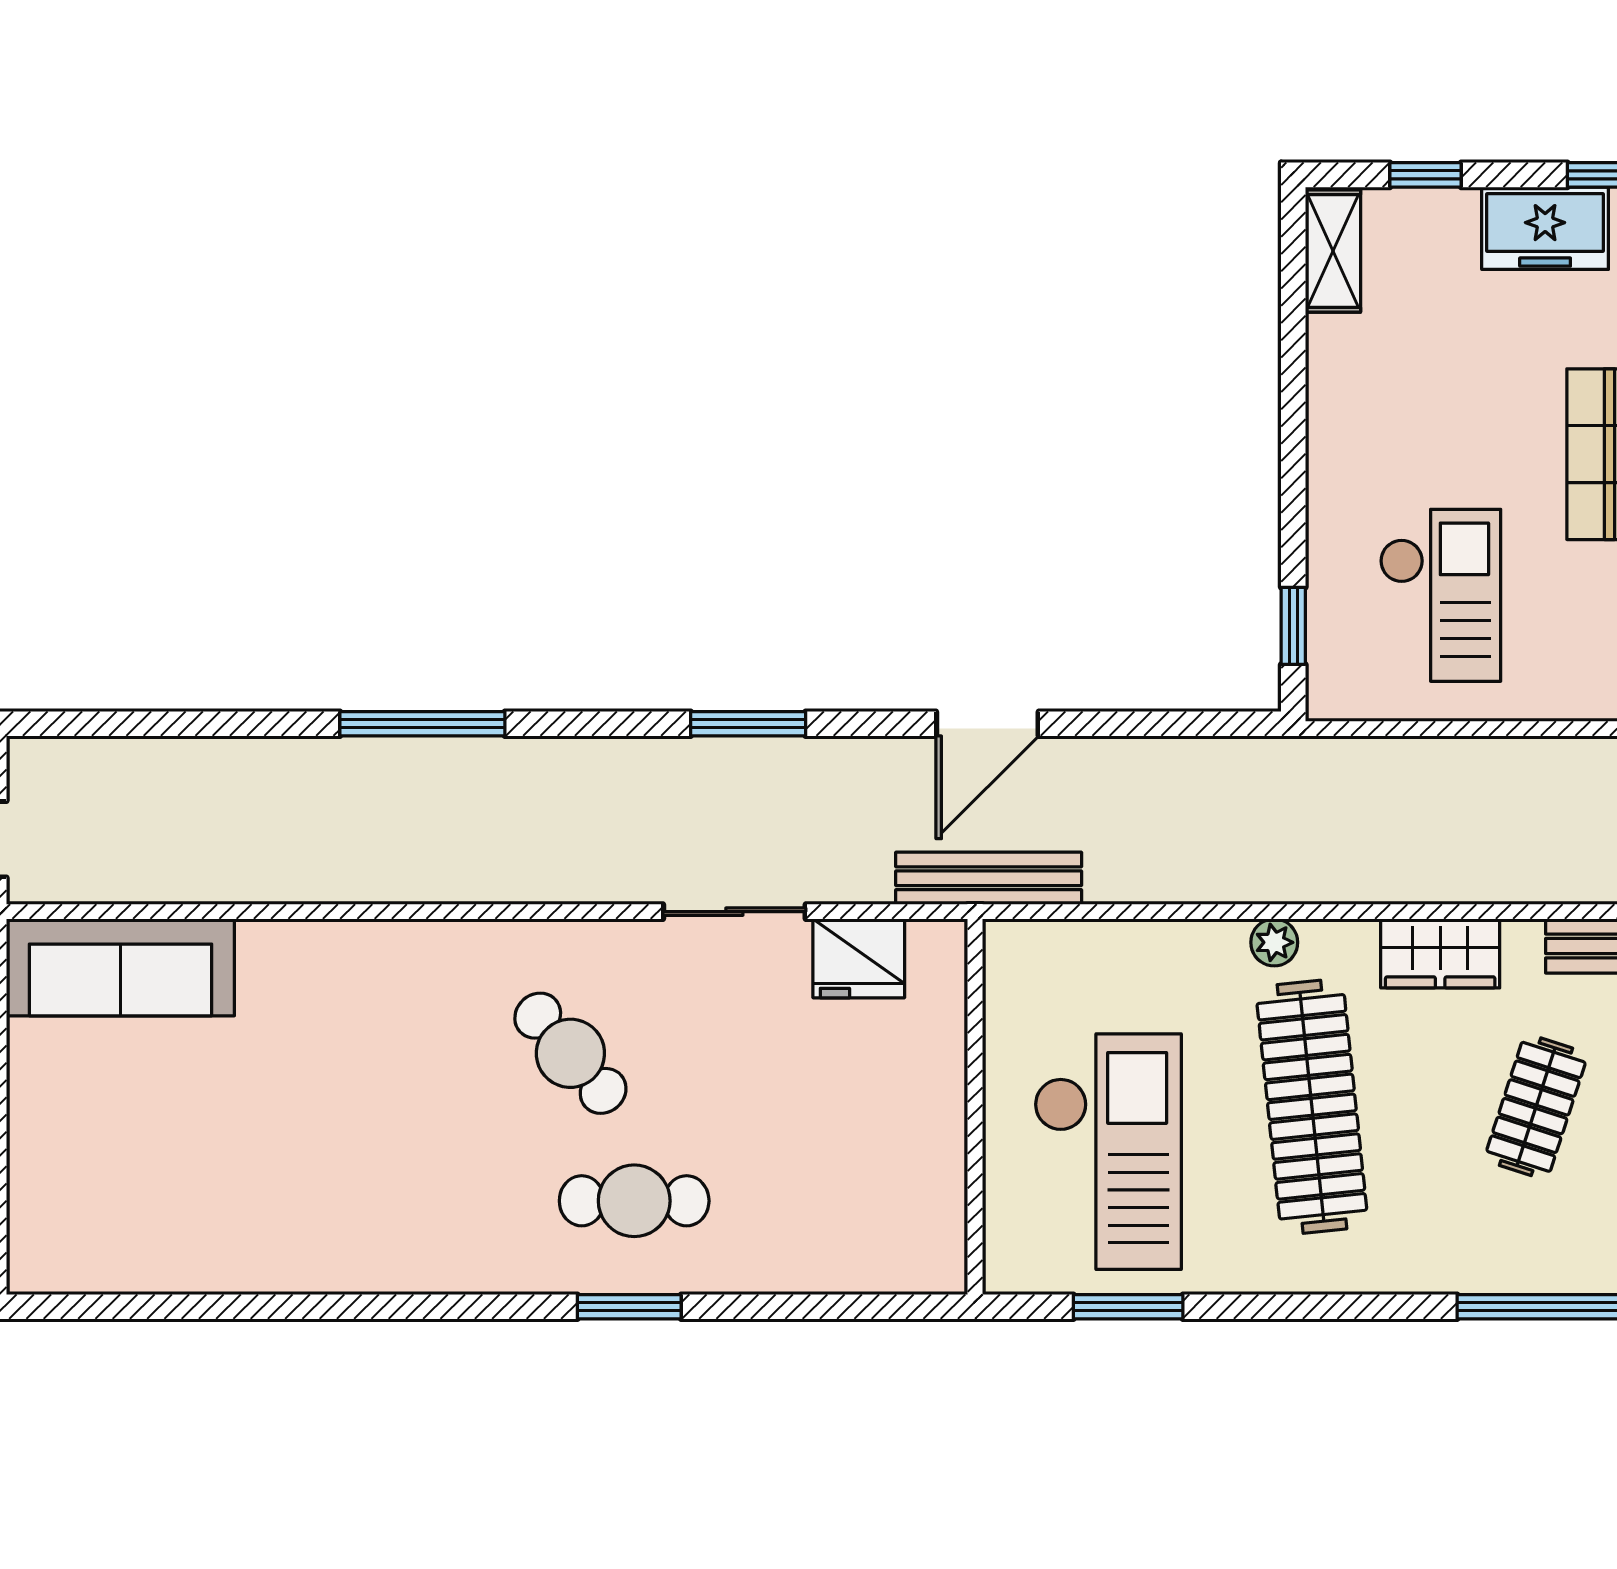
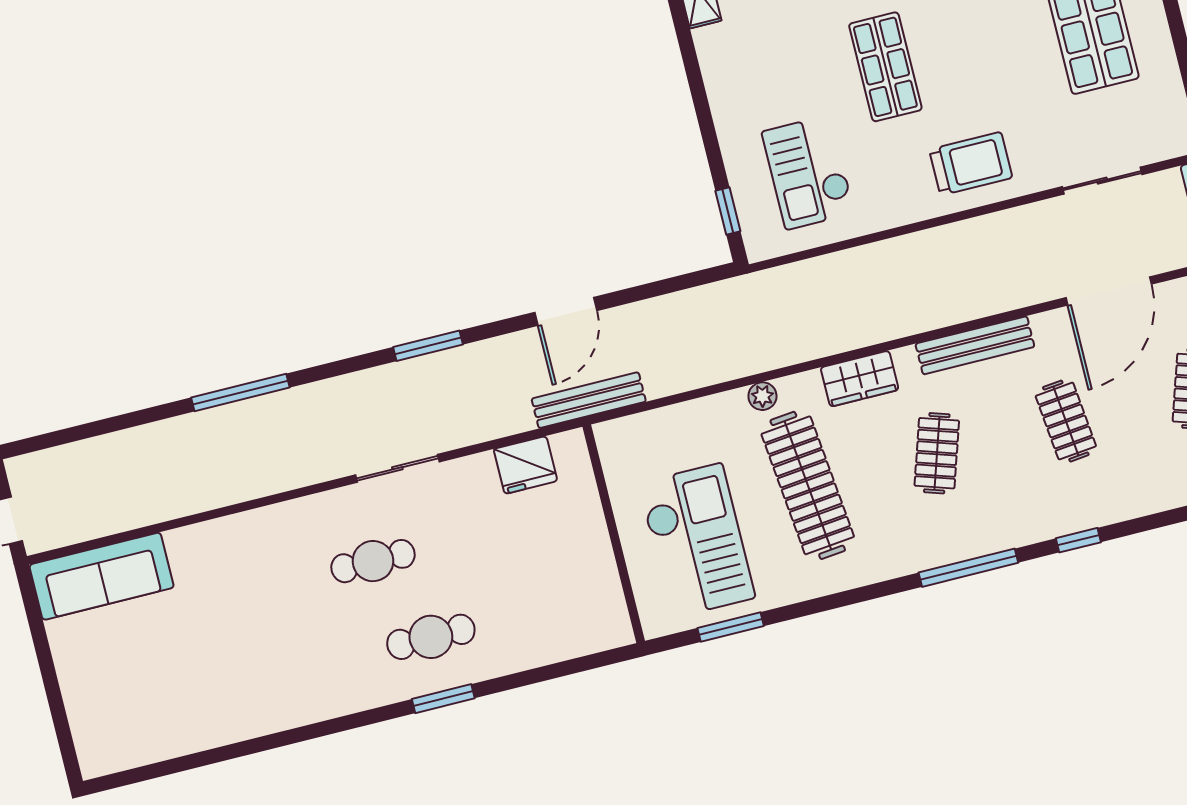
checkout: (1440, 595) -> (808, 172), turned 180
sliding door: (734, 912) -> (397, 468), moved
cafe table: (570, 1053) -> (373, 561), turned -49

